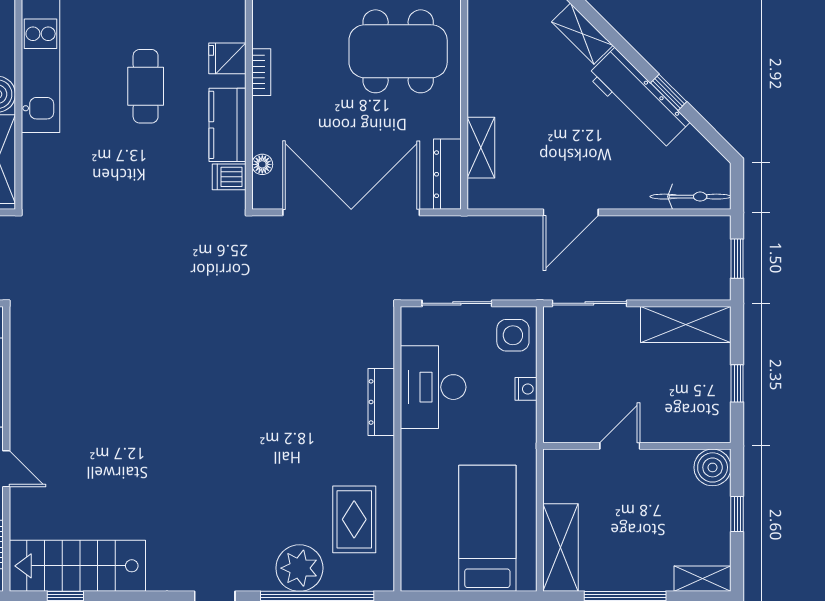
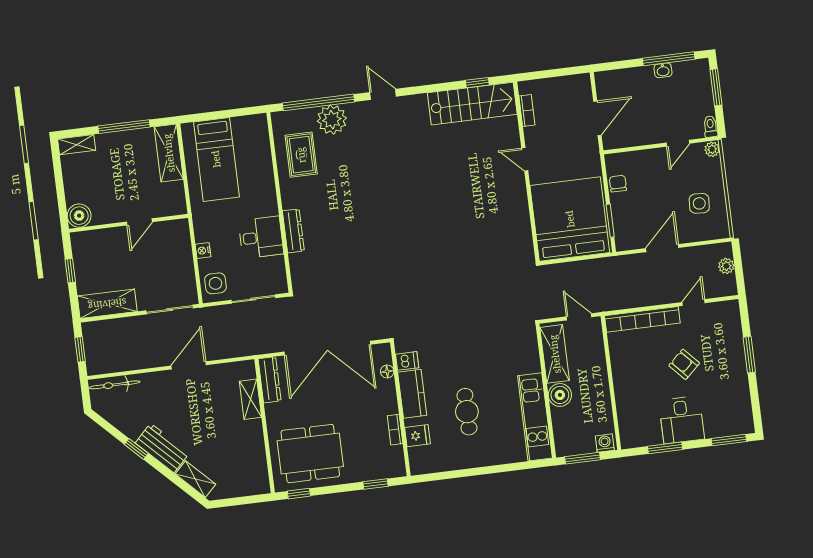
workbench: (638, 99) -> (162, 448), width x0.73
desk: (433, 387) -> (261, 237), width x0.73
window: (737, 514) -> (60, 188), removed

